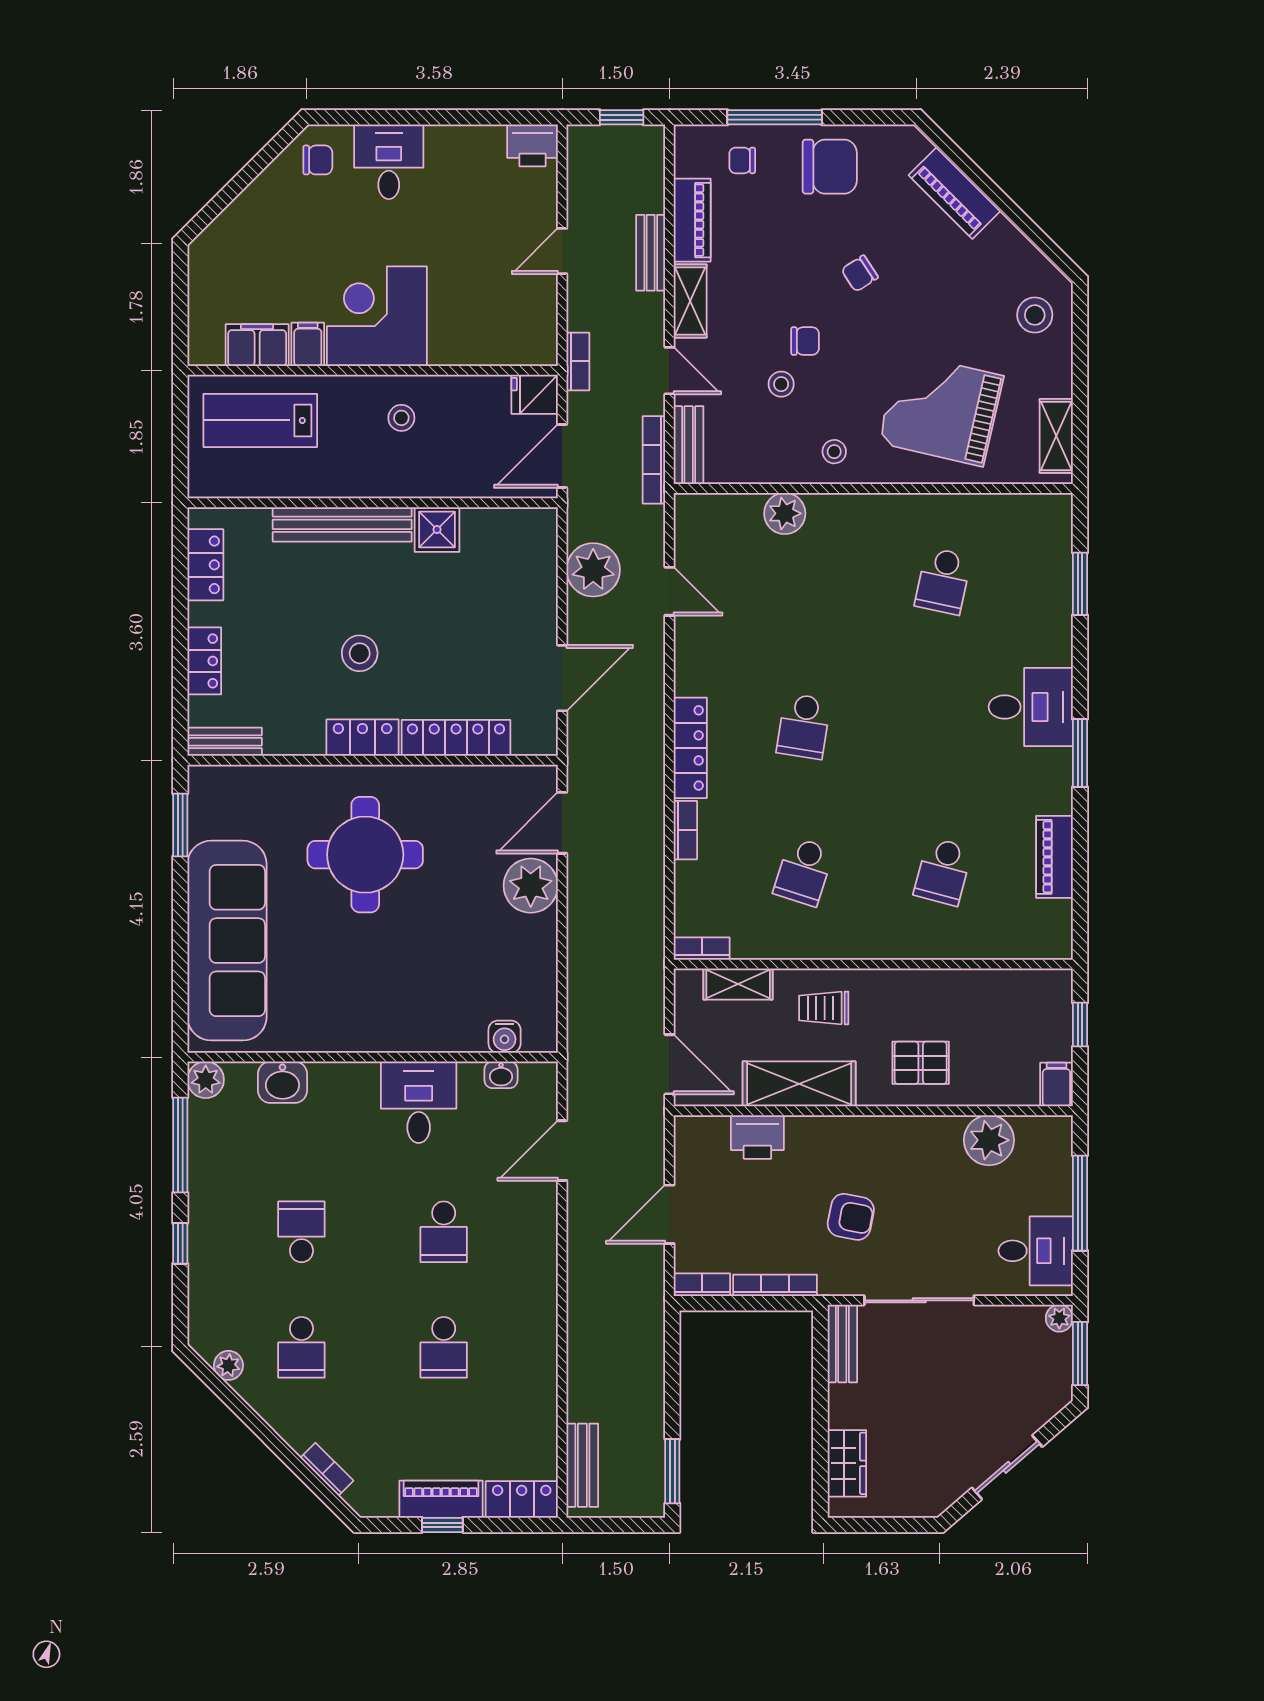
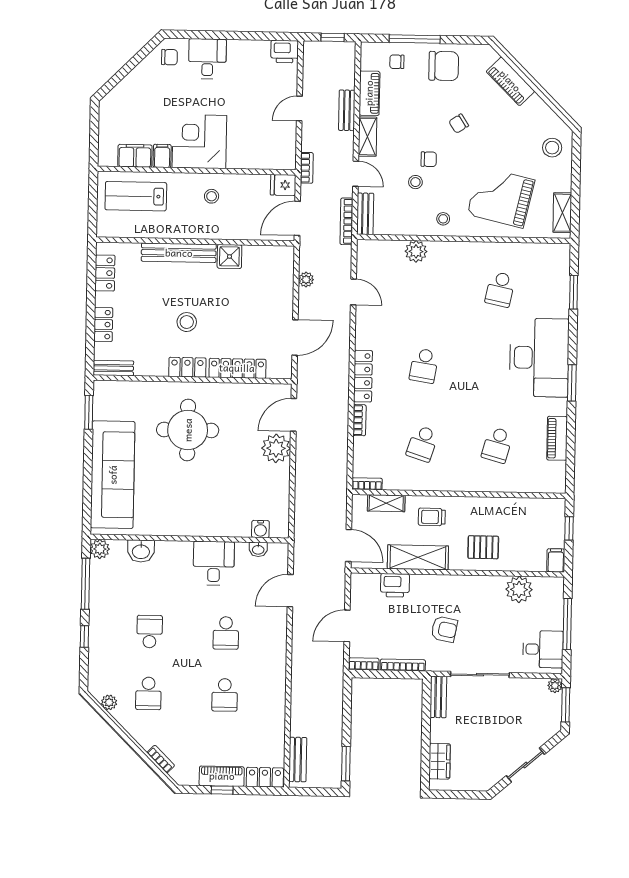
plant: (593, 570) -> (306, 280), width x0.53, depth x0.53
desk: (1031, 707) -> (539, 358), width x1.87, depth x1.30

